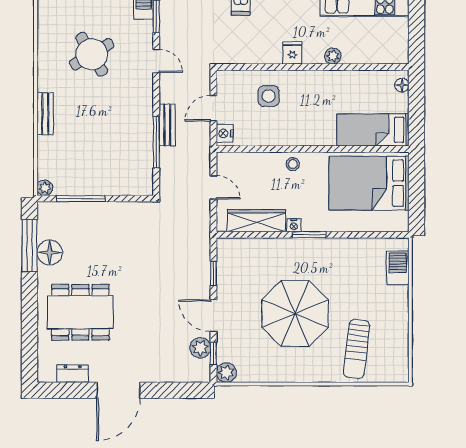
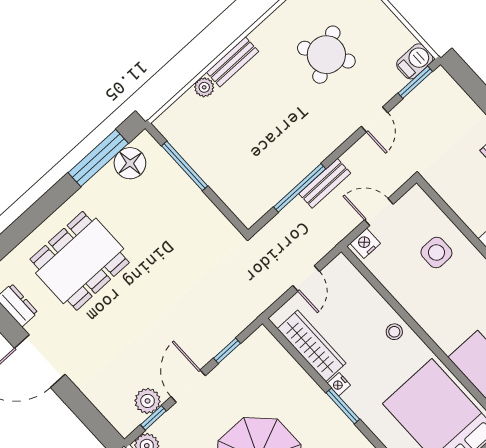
plant: (45, 188) -> (204, 87), moved
floor lamp: (50, 253) -> (130, 163), moved
dining table: (80, 312) -> (80, 261), turned 90

